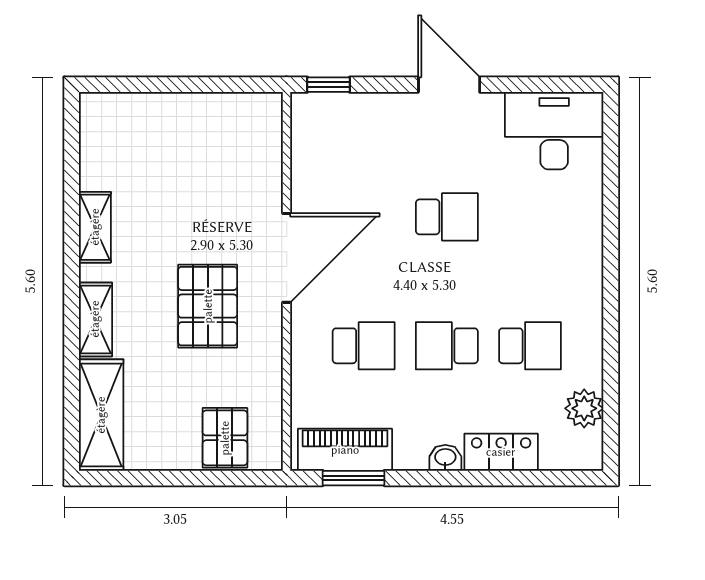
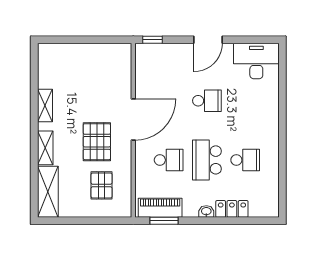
door: (449, 85) -> (208, 40), swing flipped
school desk: (447, 346) -> (207, 160), width x1.85
plant: (584, 408) -> (270, 189), removed
pallet: (225, 438) -> (102, 185), moved

